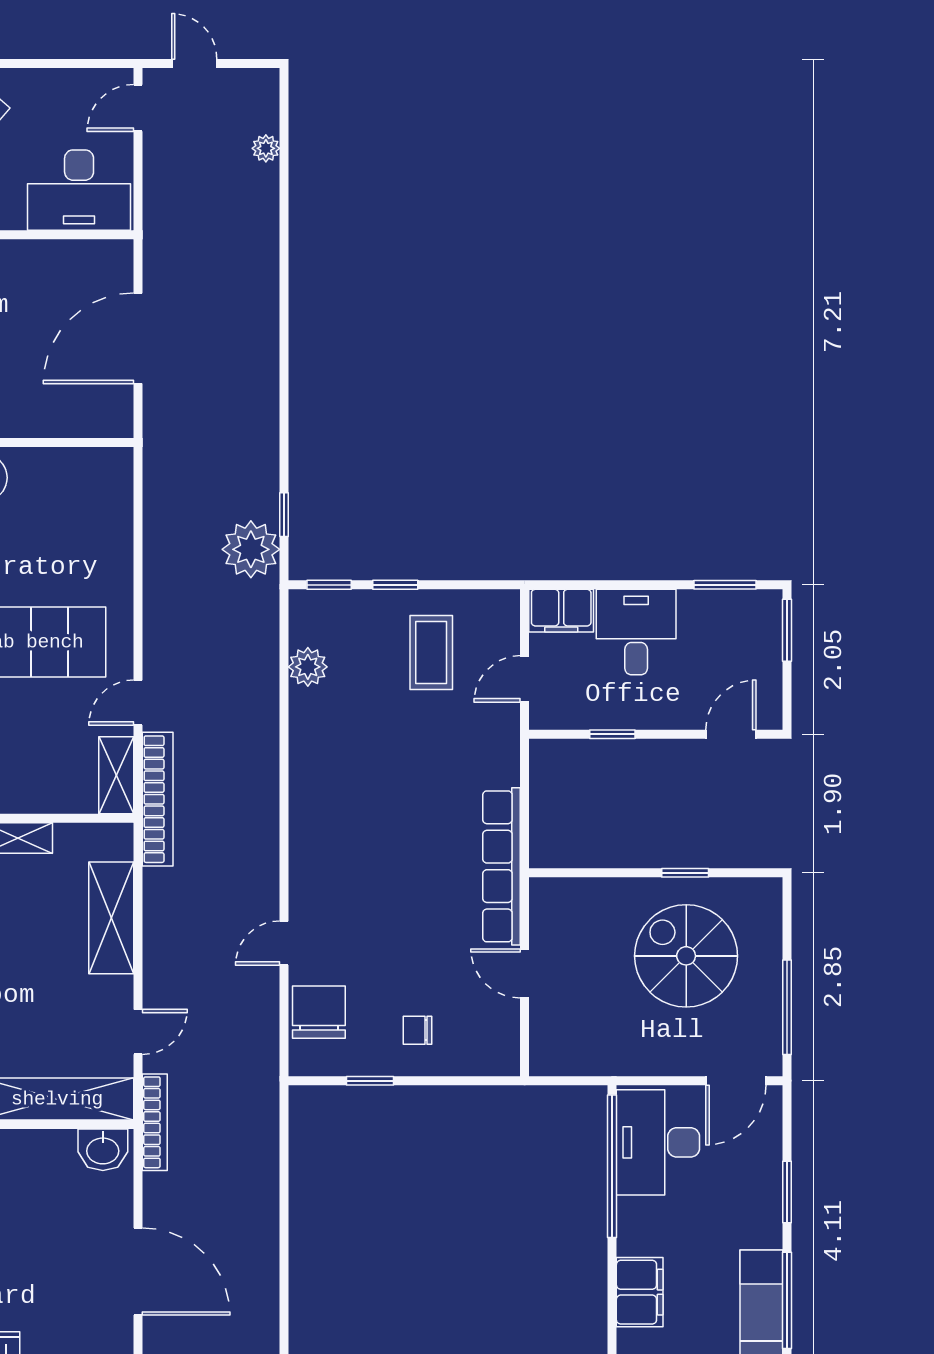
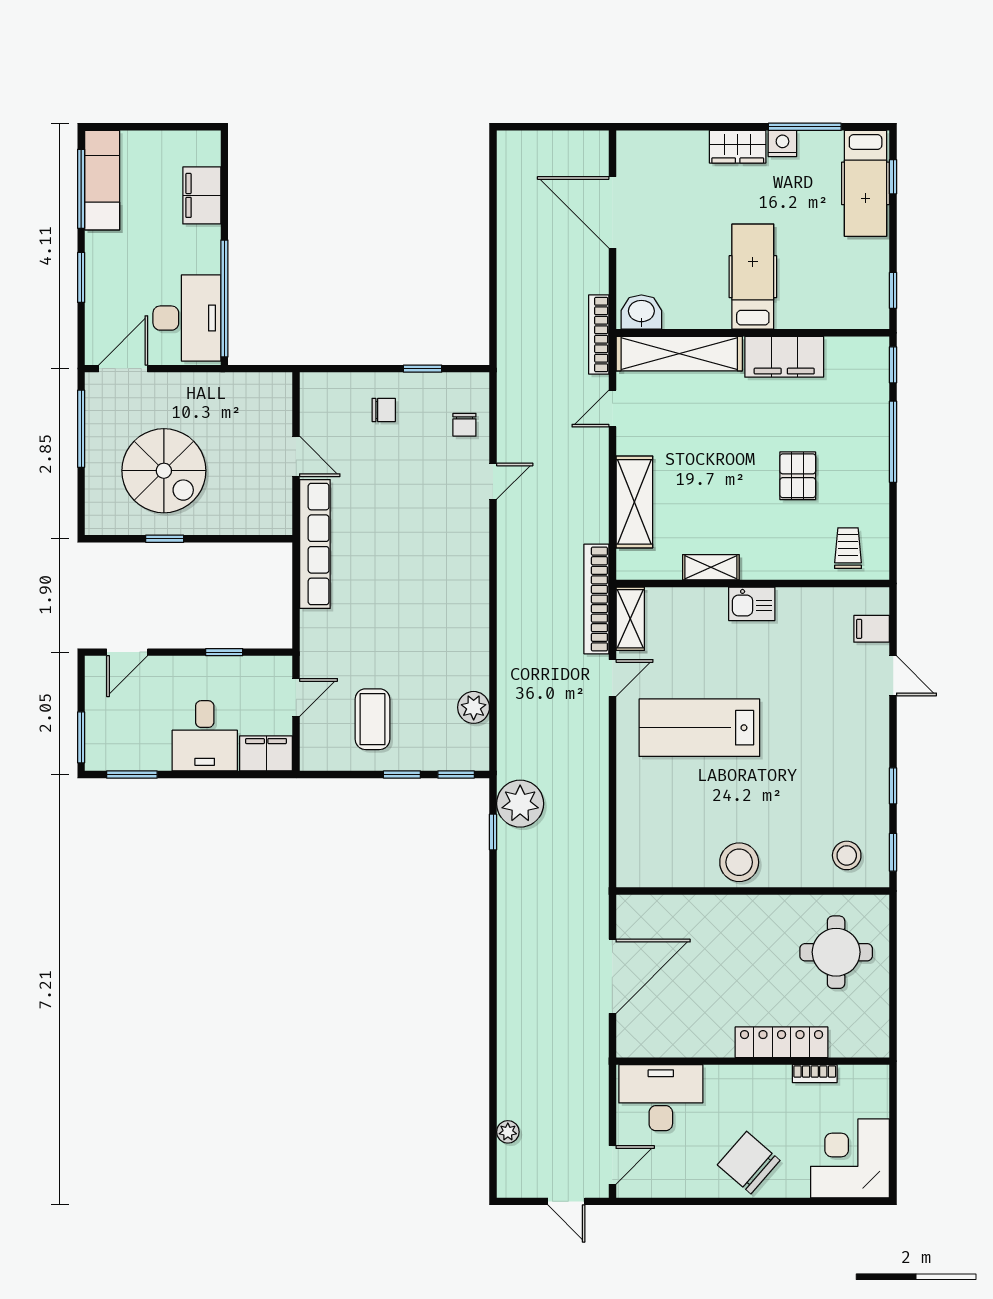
chair: (319, 1012) -> (464, 425), width x0.54, depth x0.54

